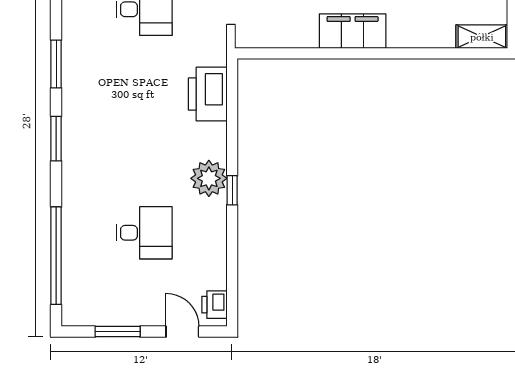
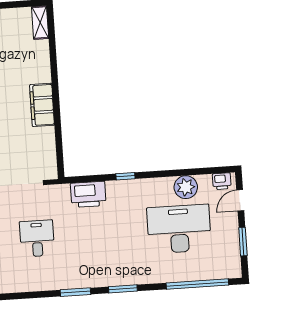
plant: (209, 178) -> (186, 187), moved
window: (232, 190) -> (125, 176), moved
desk: (144, 233) -> (179, 229), width x1.87, depth x1.30

